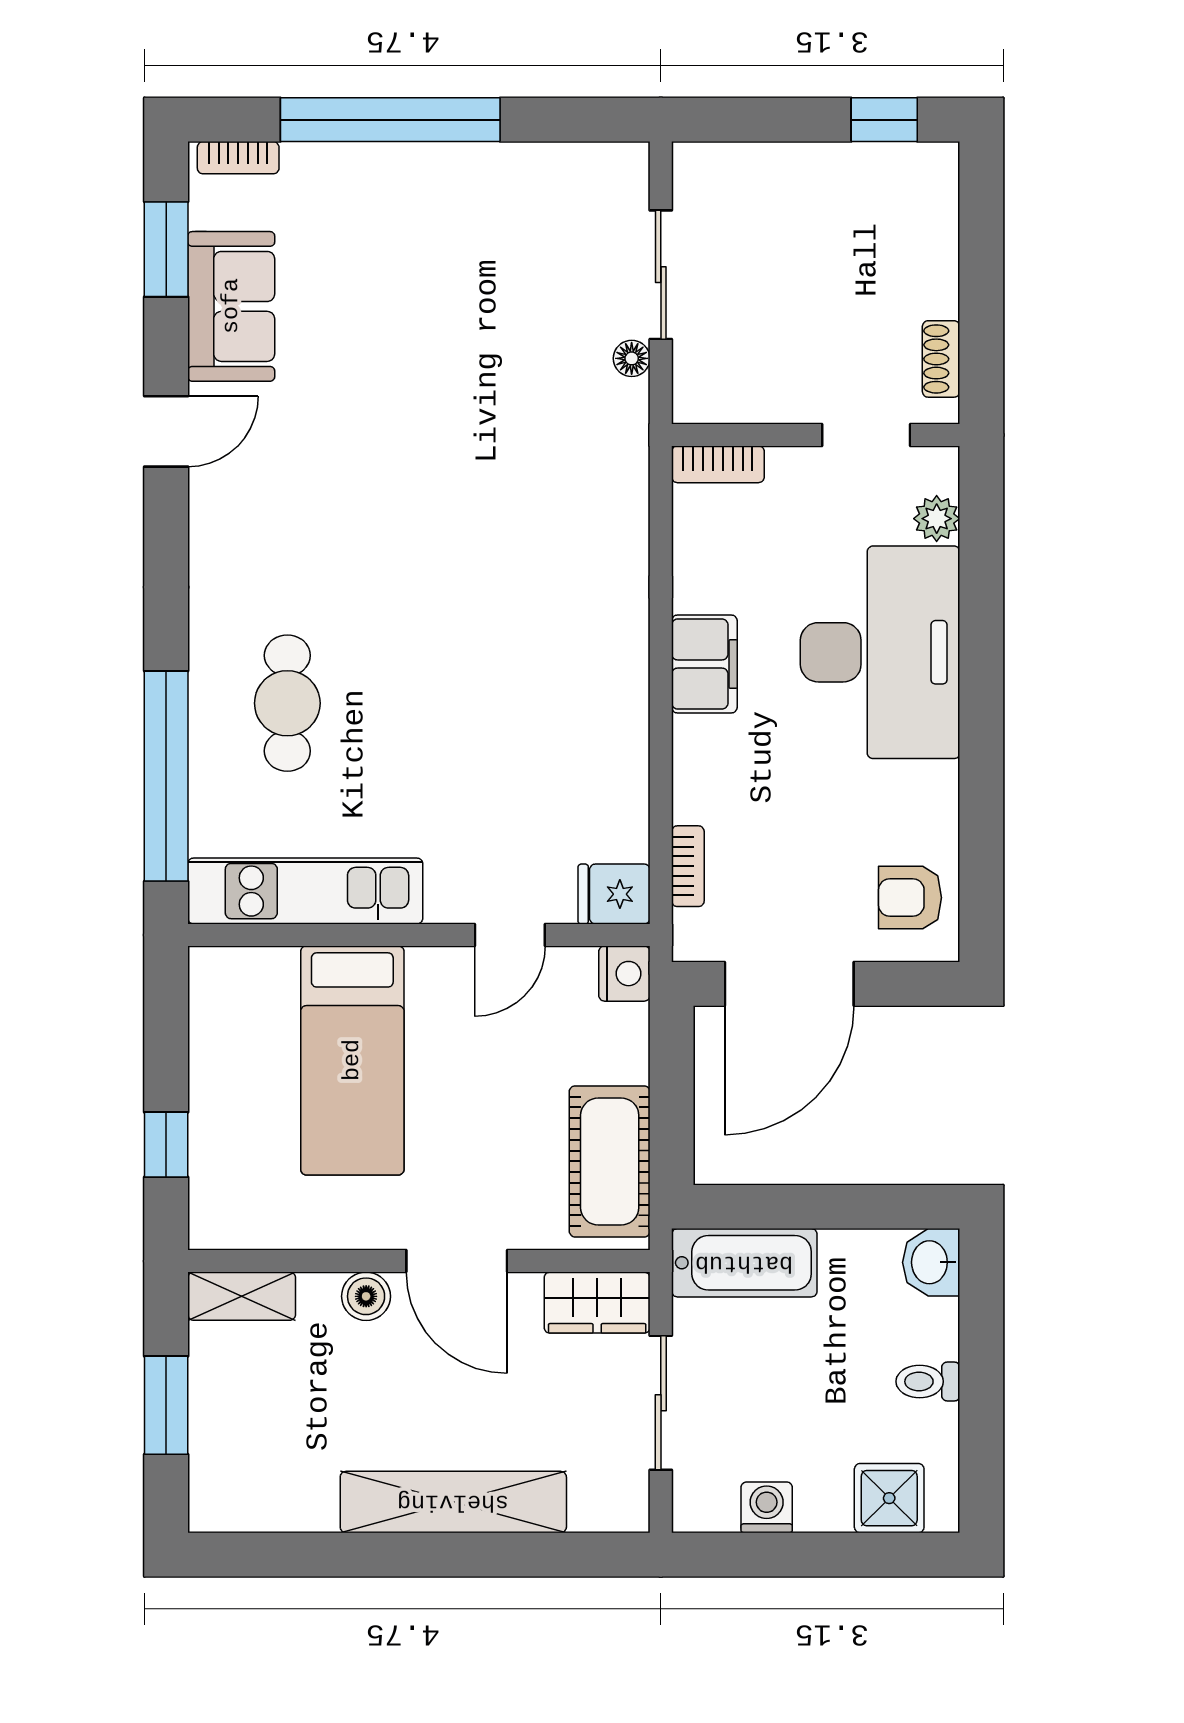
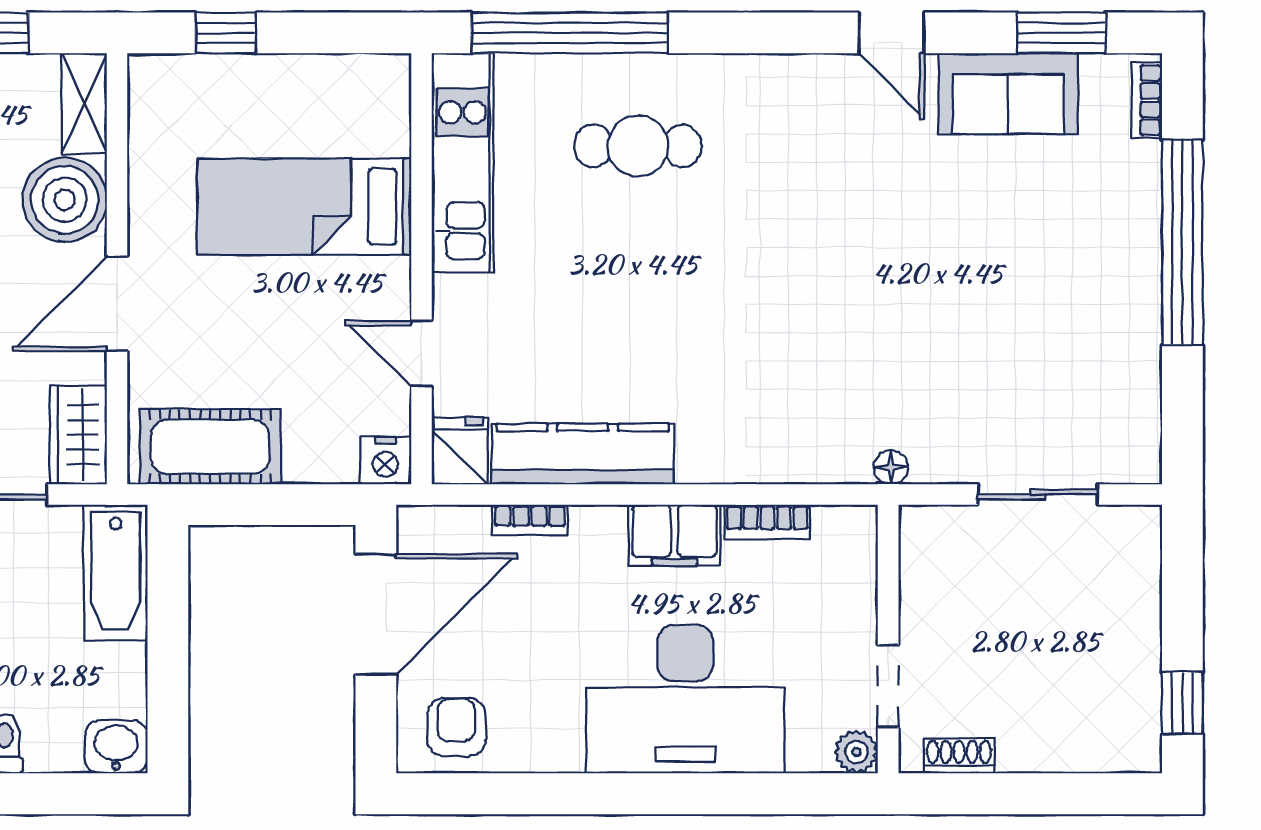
floor lamp: (632, 358) -> (891, 467), moved
bookcase: (718, 464) -> (767, 522), moved, turned -90
plant: (937, 519) -> (856, 752), moved
kitchen counter: (617, 762) -> (583, 454), added
bookcase: (688, 866) -> (530, 520), moved
door: (789, 984) -> (376, 614), swing flipped
boiler: (366, 1296) -> (65, 200), width x1.86, depth x1.86

